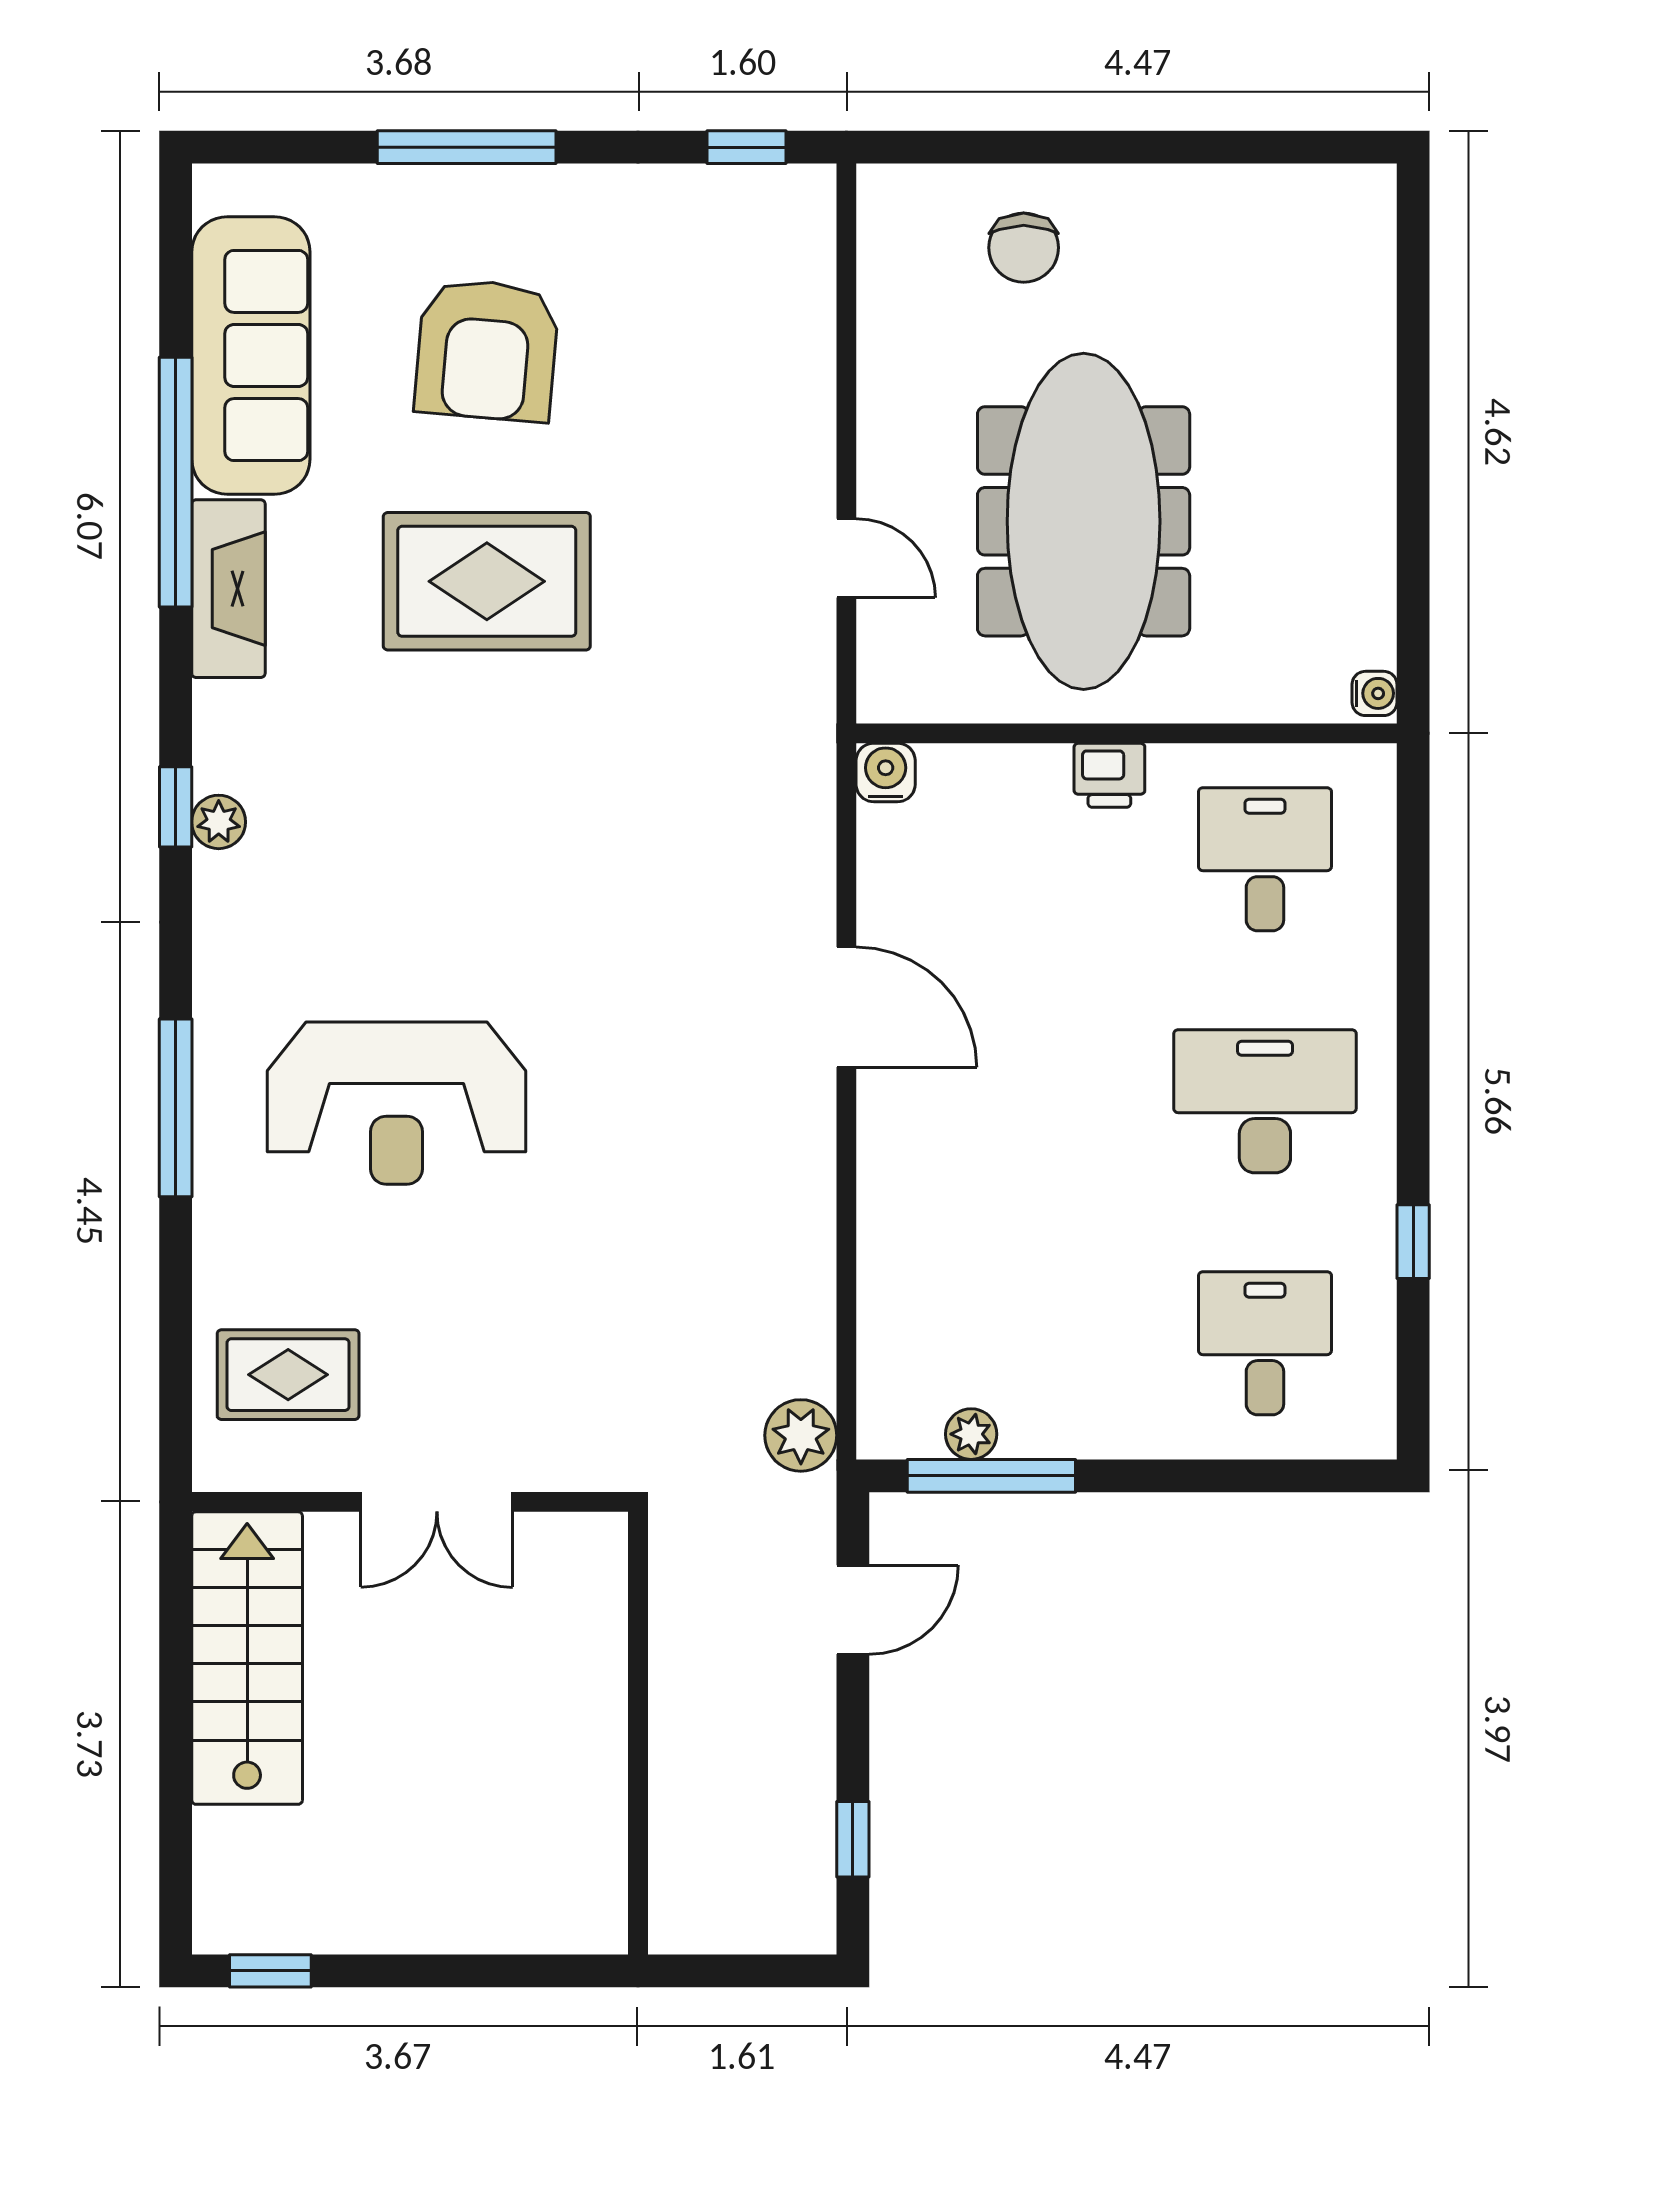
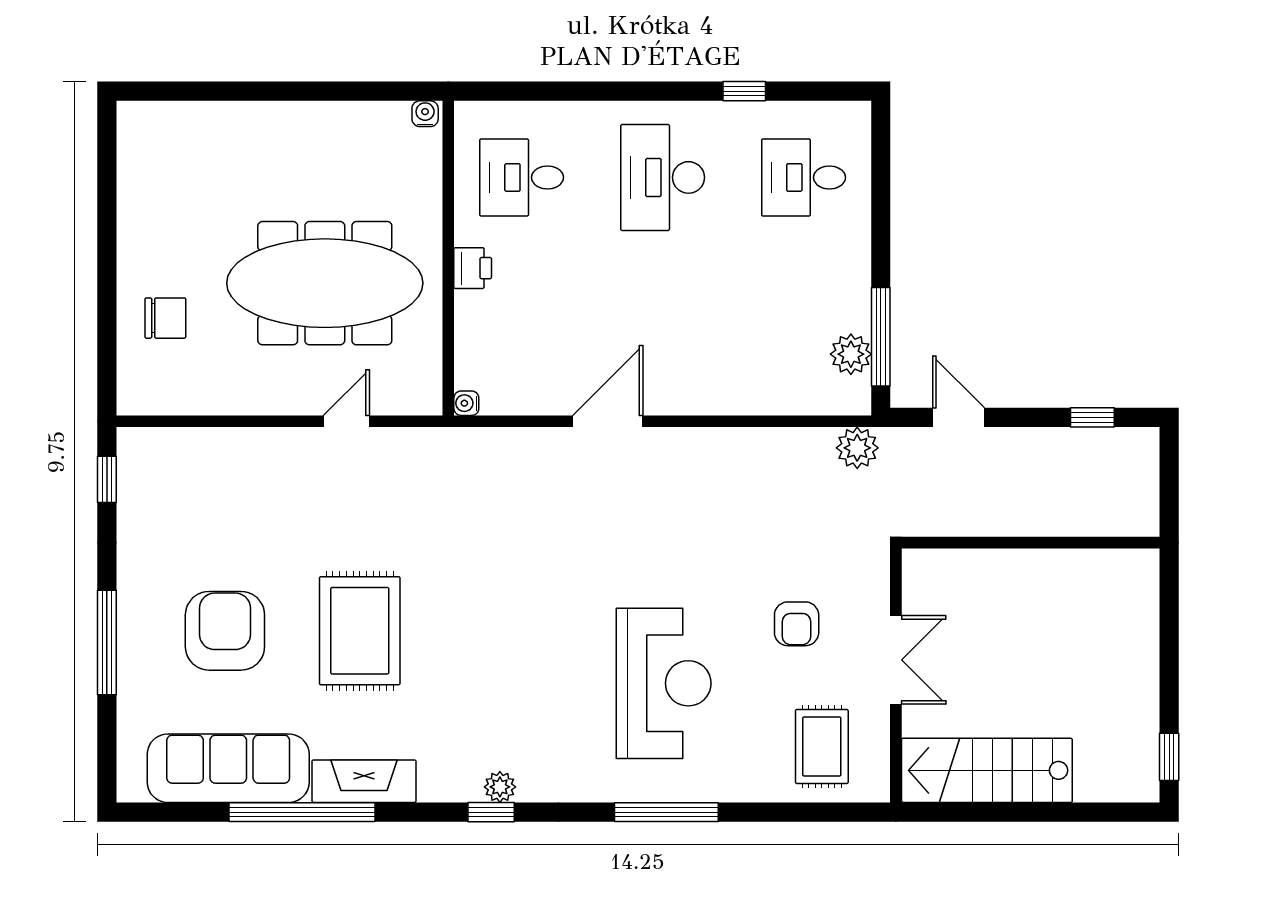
armchair: (487, 350) -> (225, 631), turned -95
water cooler: (886, 772) -> (466, 403), width x0.72, depth x0.72
armchair: (499, 1331) -> (797, 624), added
plant: (971, 1434) -> (851, 354), width x1.38, depth x1.38

